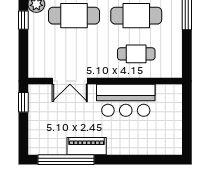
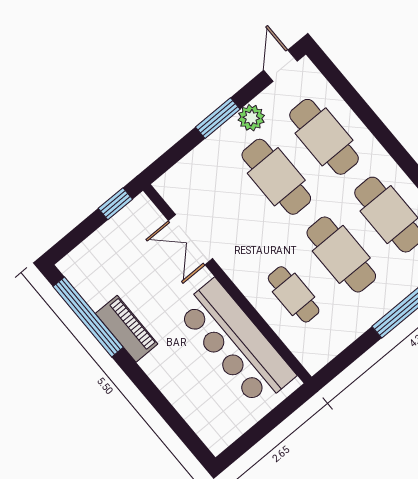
window: (23, 20) -> (218, 118), width x1.50
bar counter: (126, 100) -> (236, 343), width x1.36

